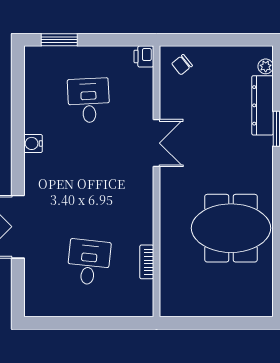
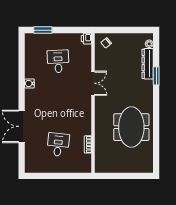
meeting table: (231, 228) -> (131, 127), turned 90

